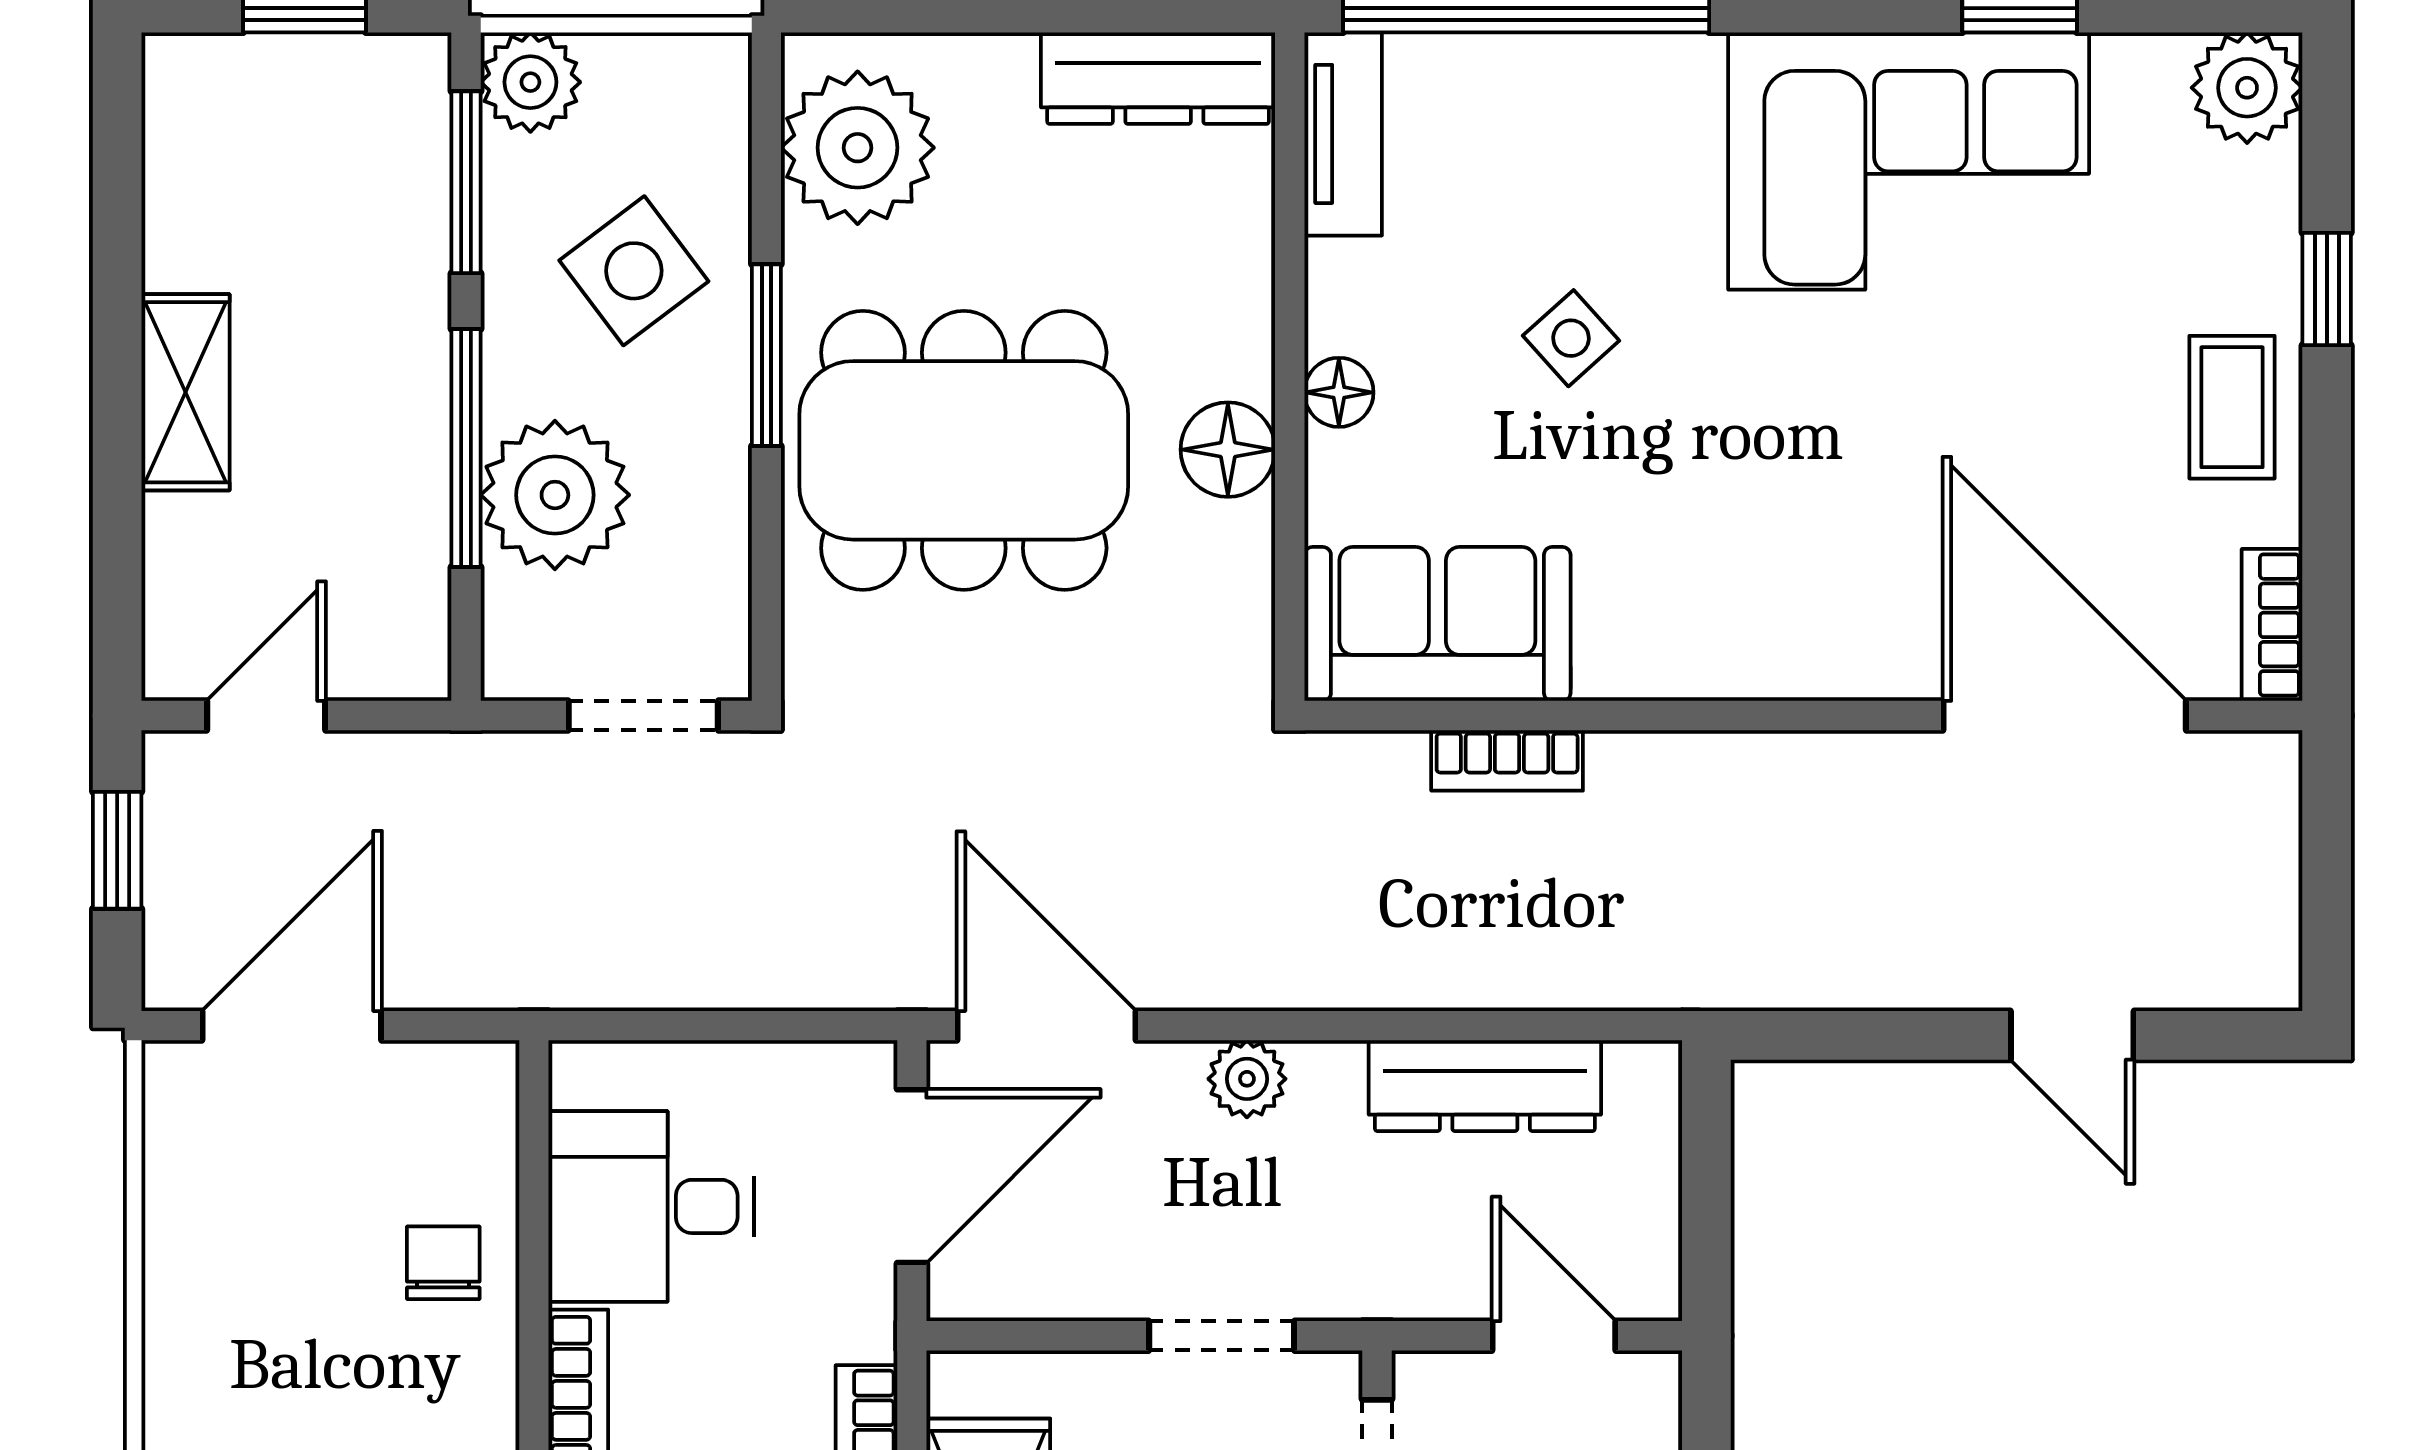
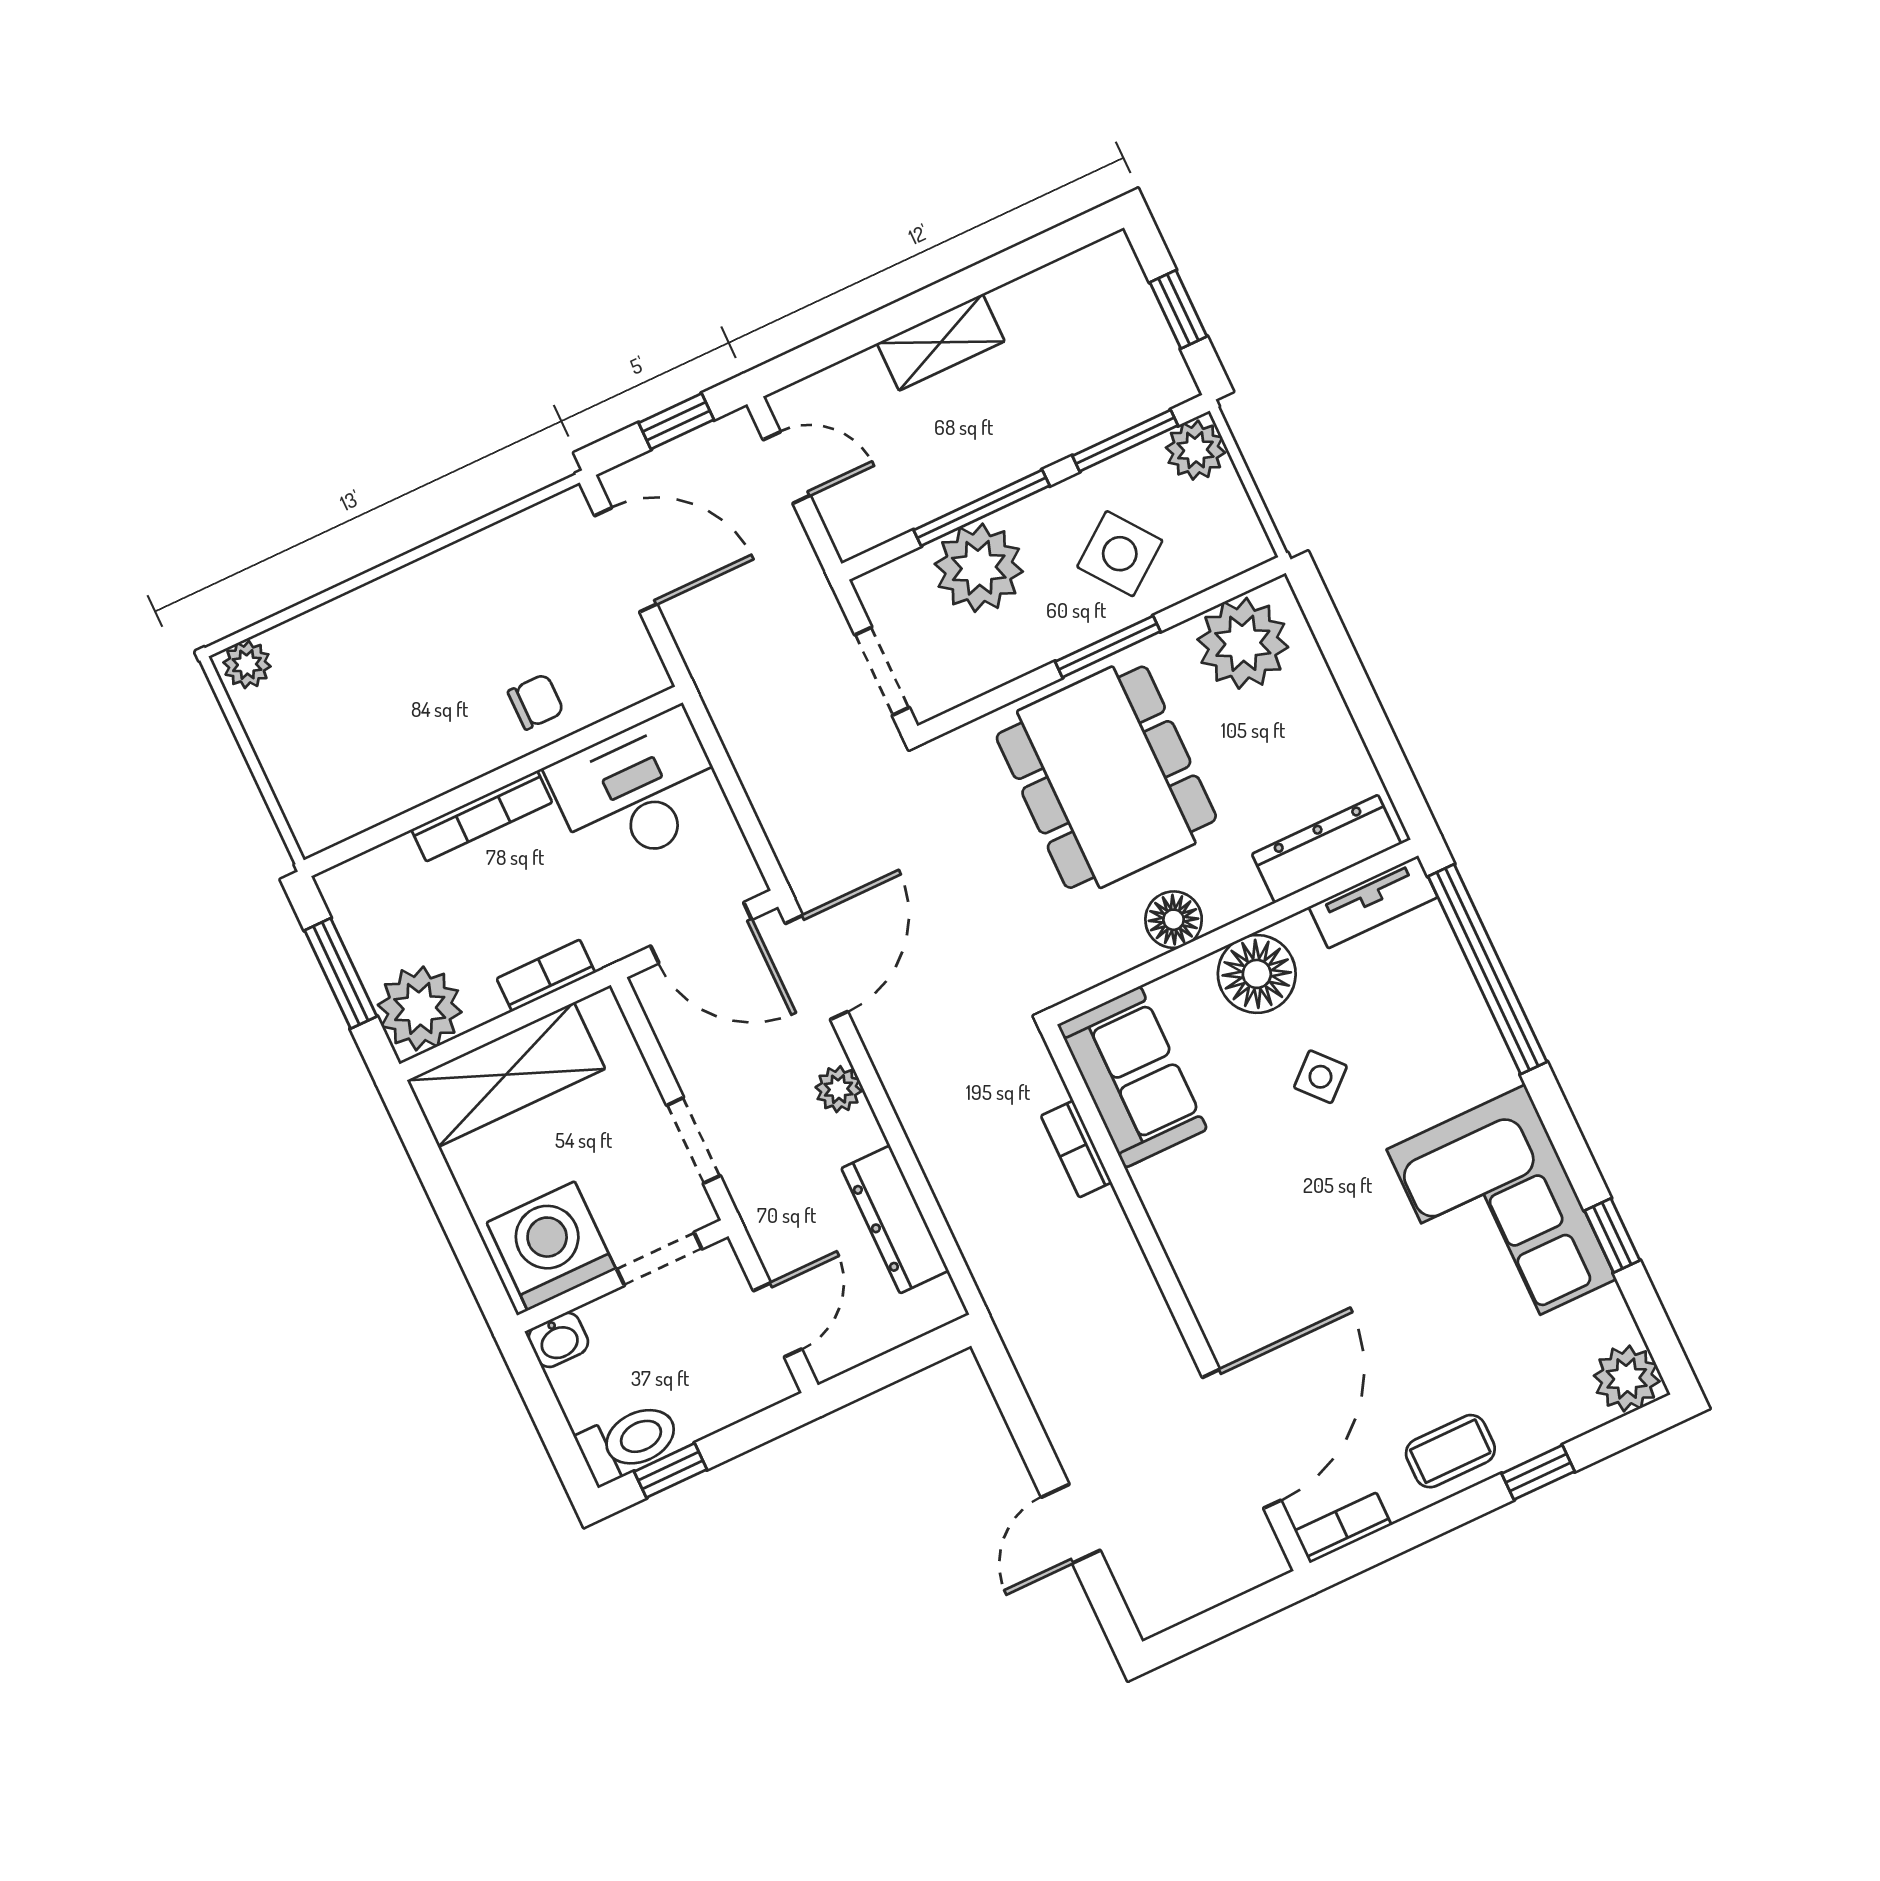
dresser: (1158, 78) -> (1327, 849), moved, turned 90
floor lamp: (1339, 392) -> (1257, 974), width x1.89, depth x1.89
desk: (651, 1206) -> (638, 791), width x1.37

